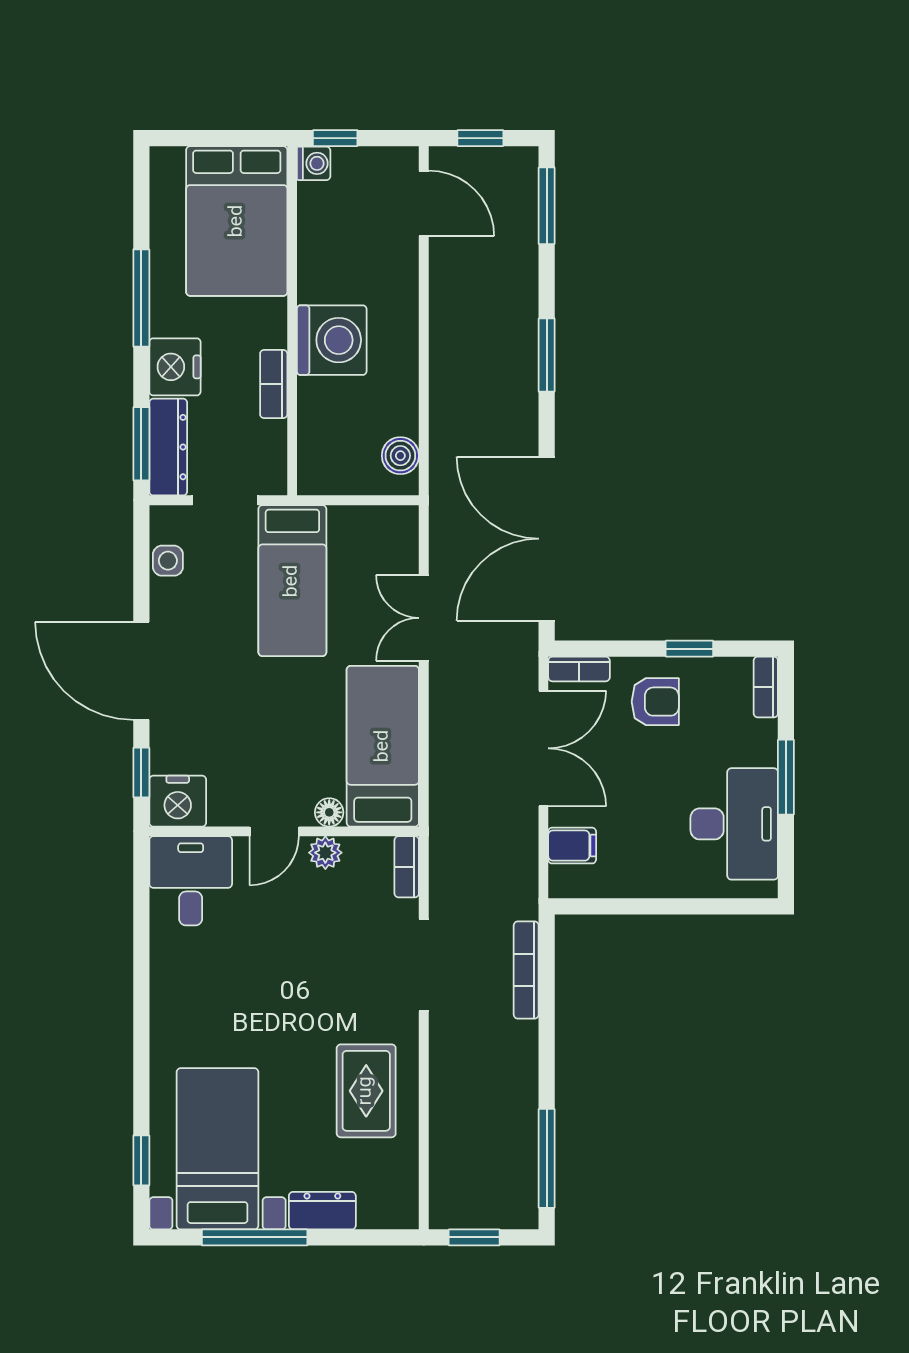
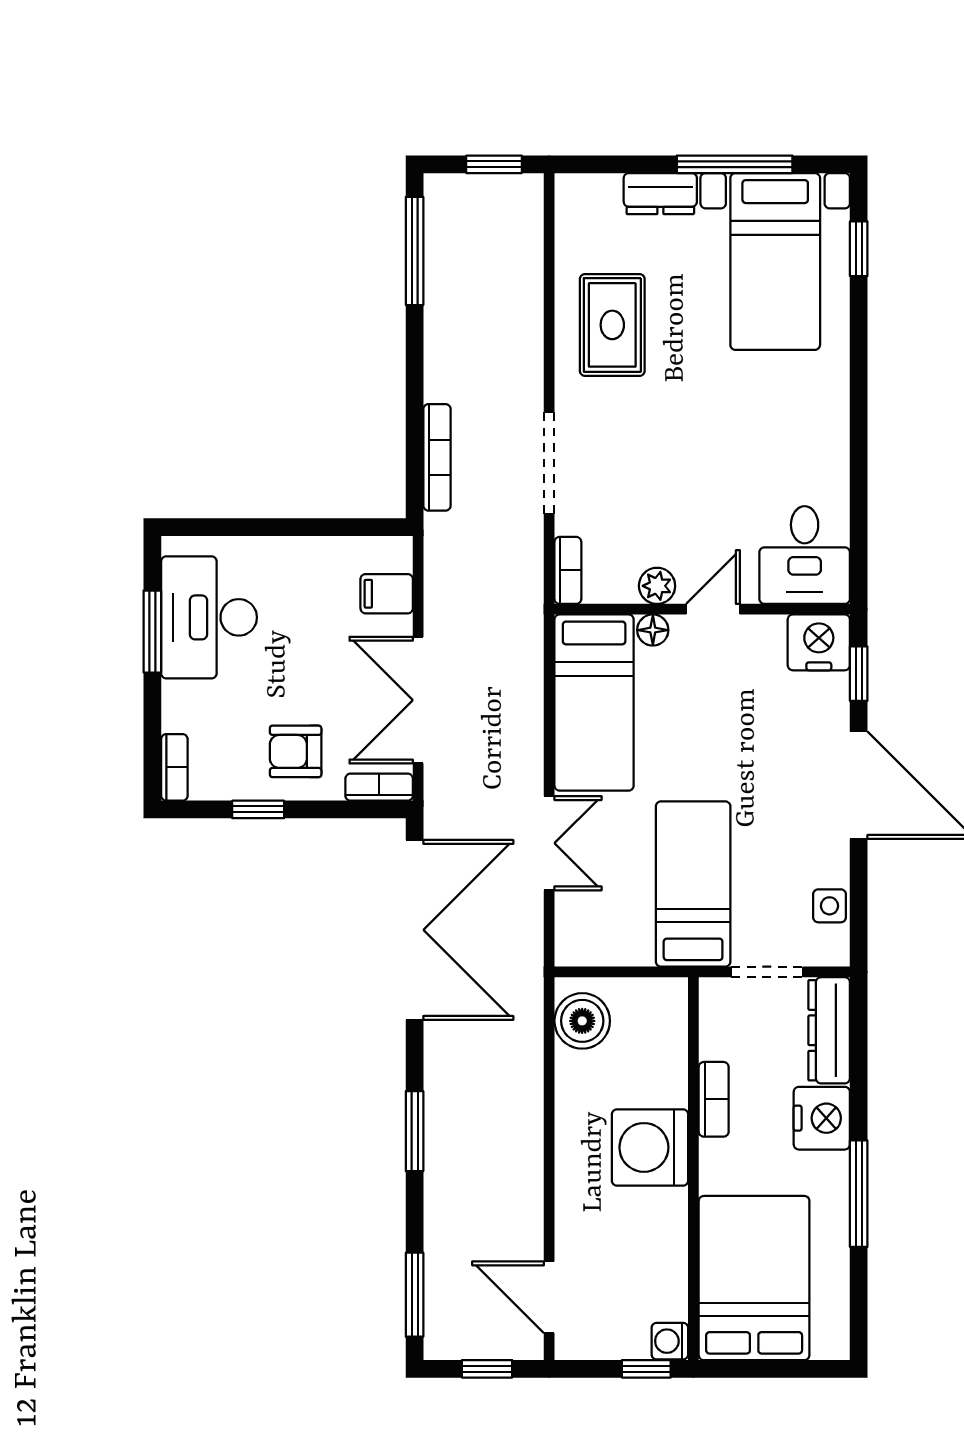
window: (141, 444) -> (859, 1034), removed
boiler: (400, 456) -> (582, 1021), width x1.36, depth x1.36
window: (786, 777) -> (152, 632), moved

